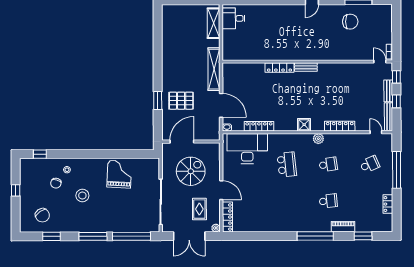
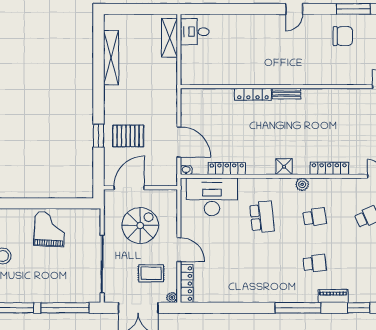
shelving: (214, 69) -> (111, 58), moved
rug: (199, 209) -> (151, 273), turned 90

